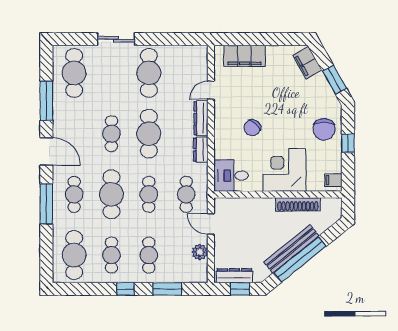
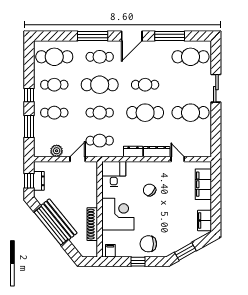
filing cabinet: (307, 63) -> (204, 221), moved, turned -61
dresser: (234, 276) -> (39, 181), width x0.70

